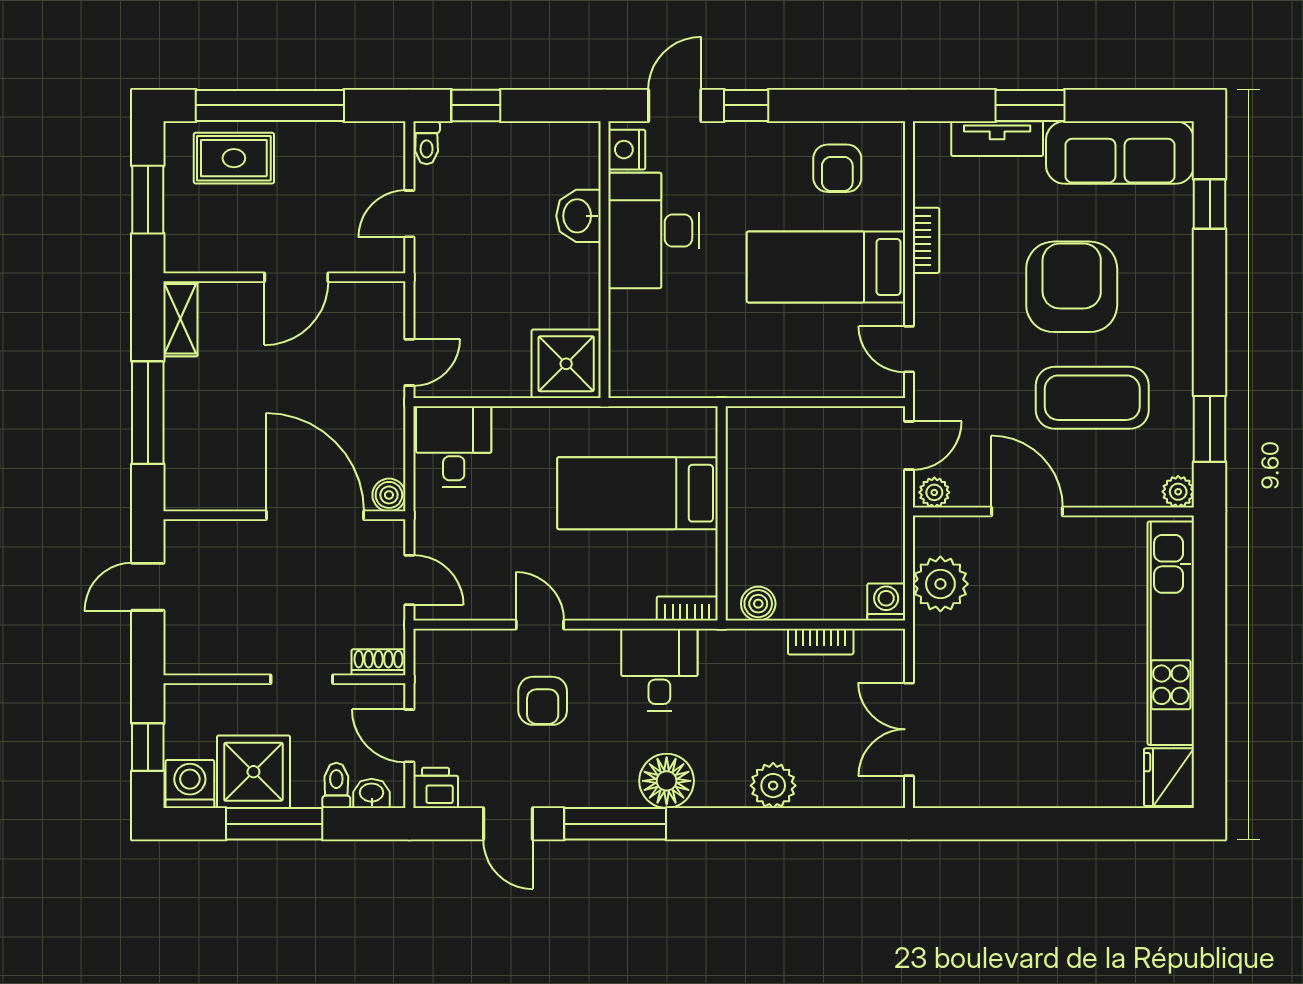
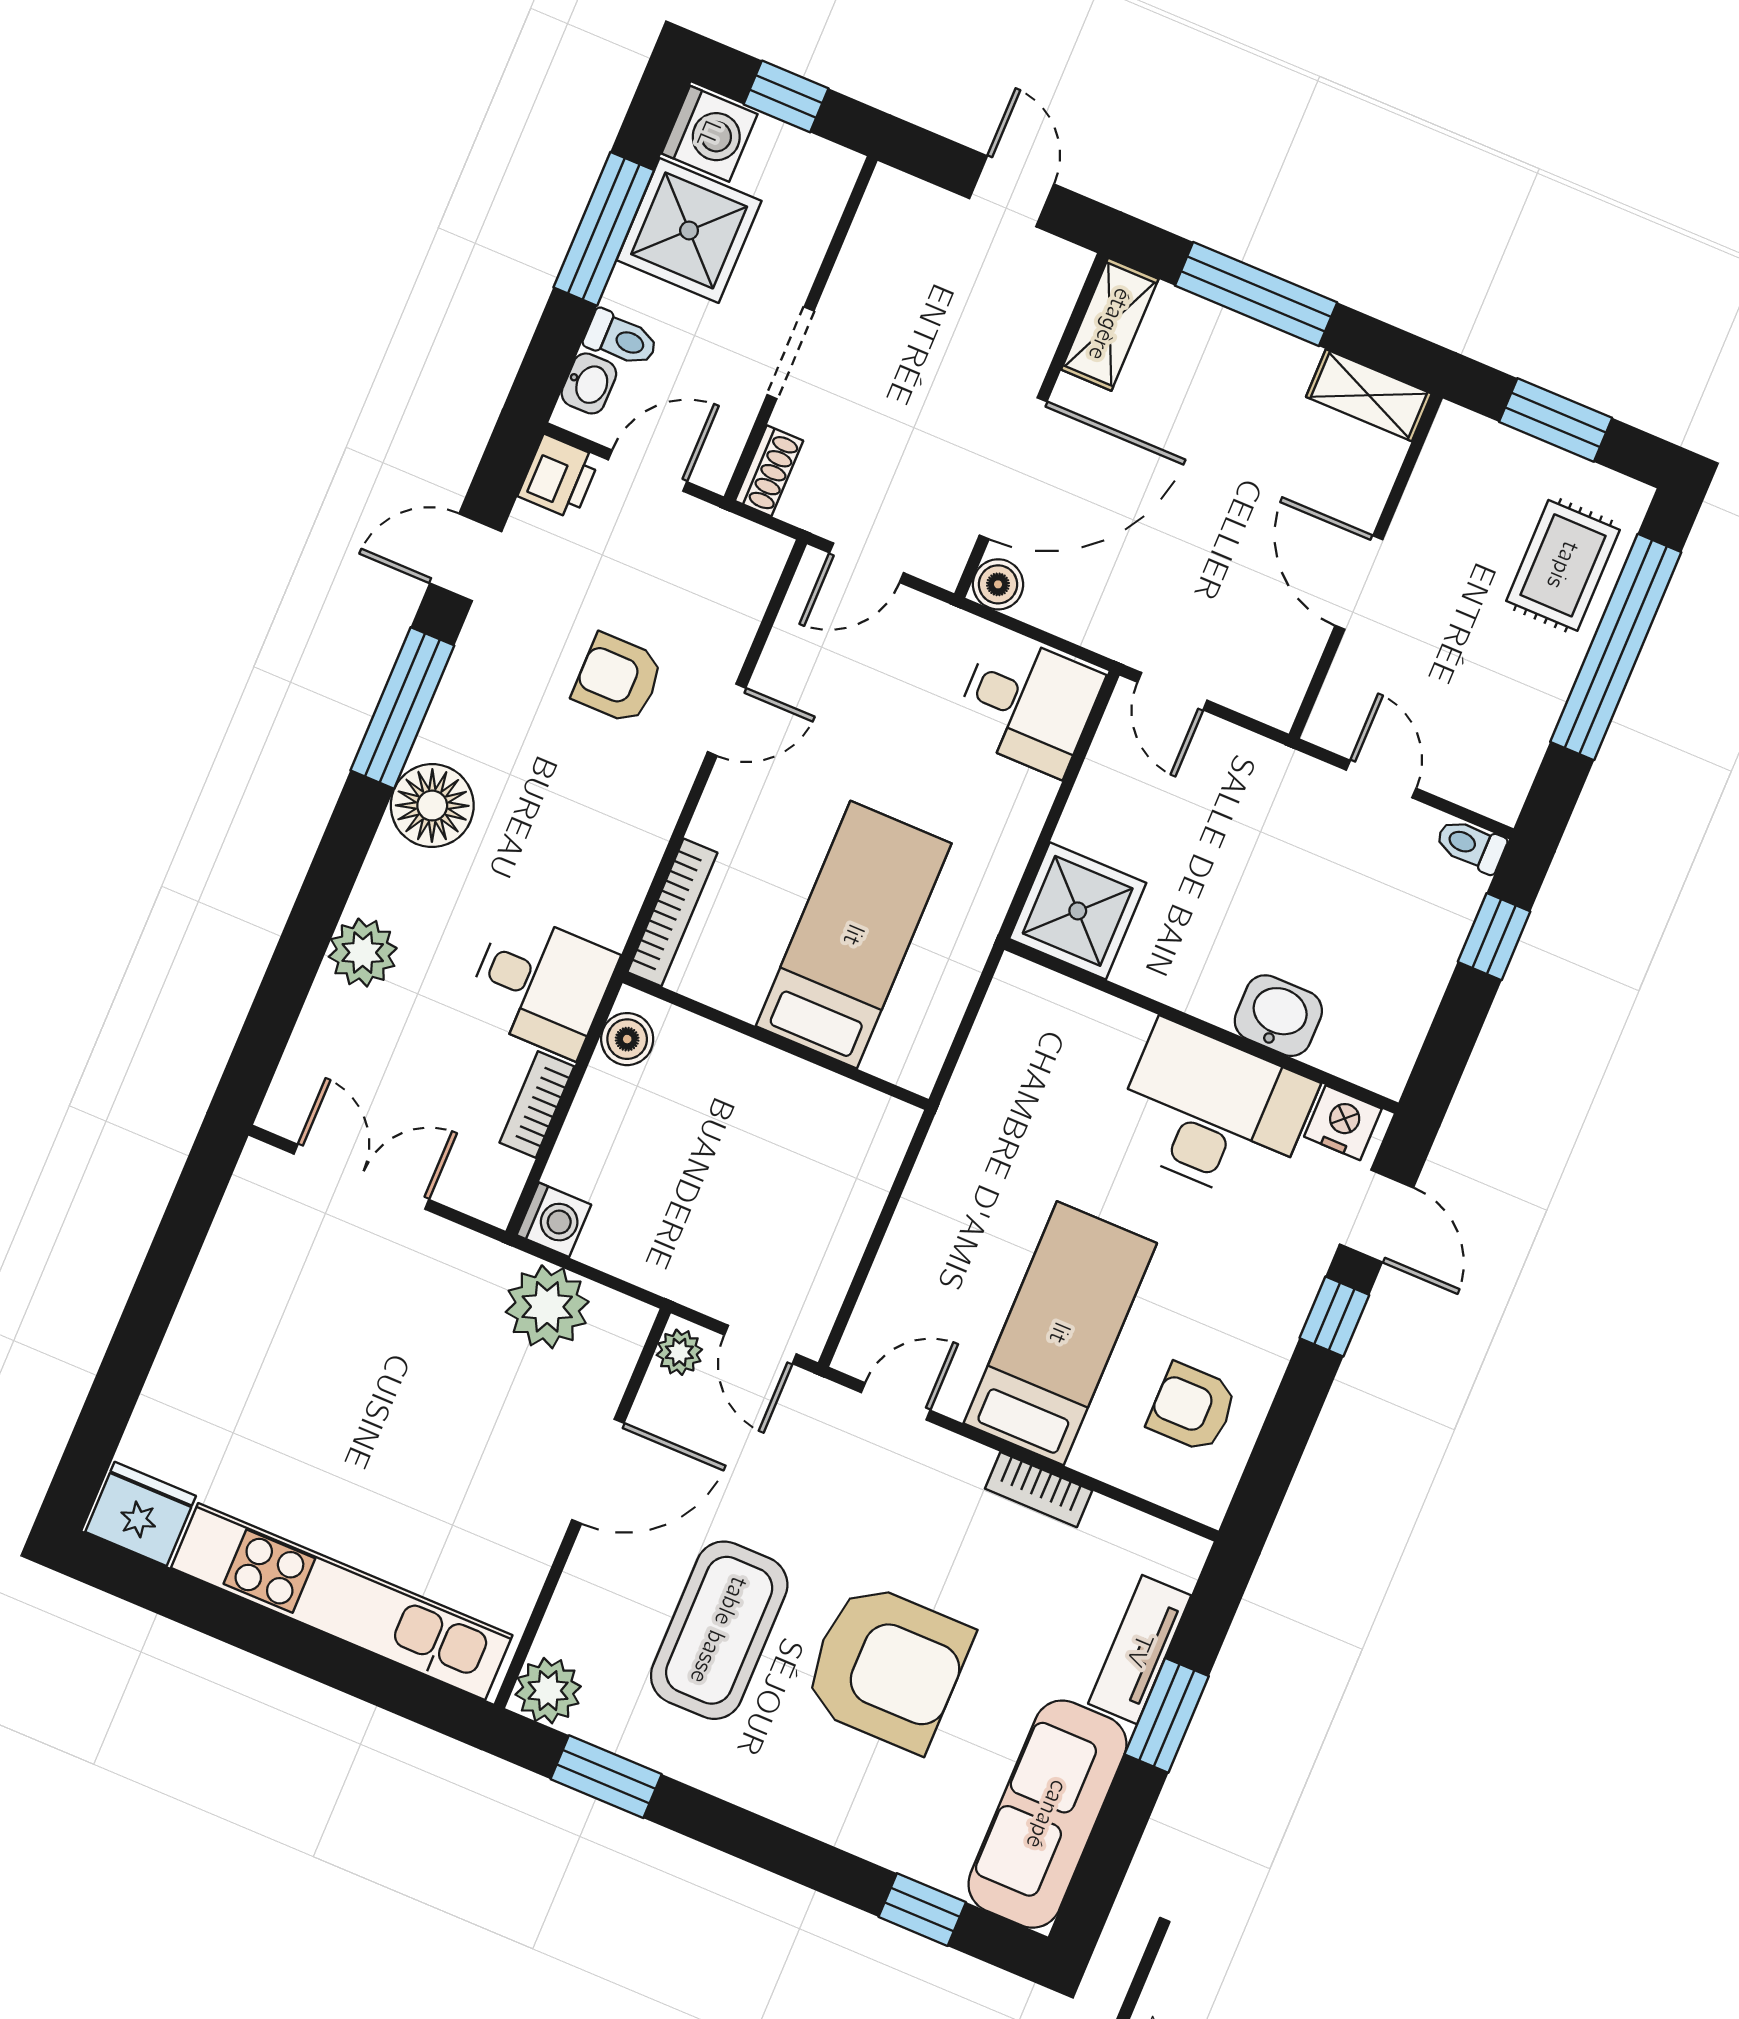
plant: (1178, 492) -> (548, 1691), width x1.38, depth x1.38
shelving: (203, 493) -> (1110, 324), added
bookcase: (687, 609) -> (672, 912), width x1.56
desk: (659, 670) -> (541, 984), moved

